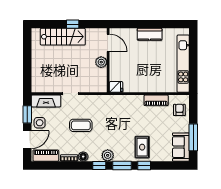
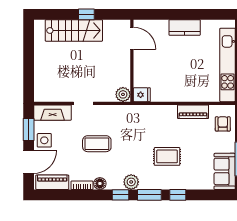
plant: (101, 62) -> (123, 94), moved
rug: (142, 147) -> (167, 156), moved, turned 90

